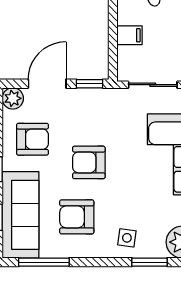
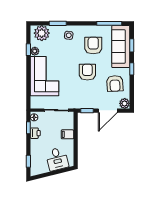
armchair: (32, 139) -> (115, 84), turned -93
armchair: (89, 162) -> (87, 72), turned -90
armchair: (77, 217) -> (93, 46), turned -90

